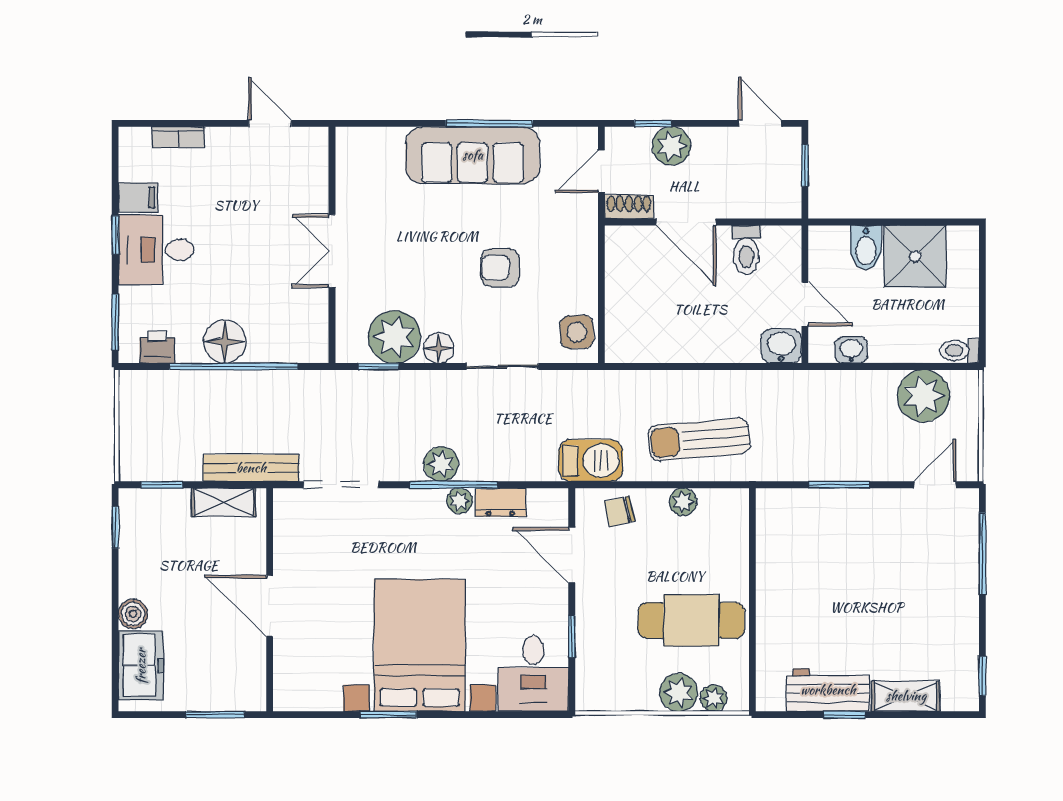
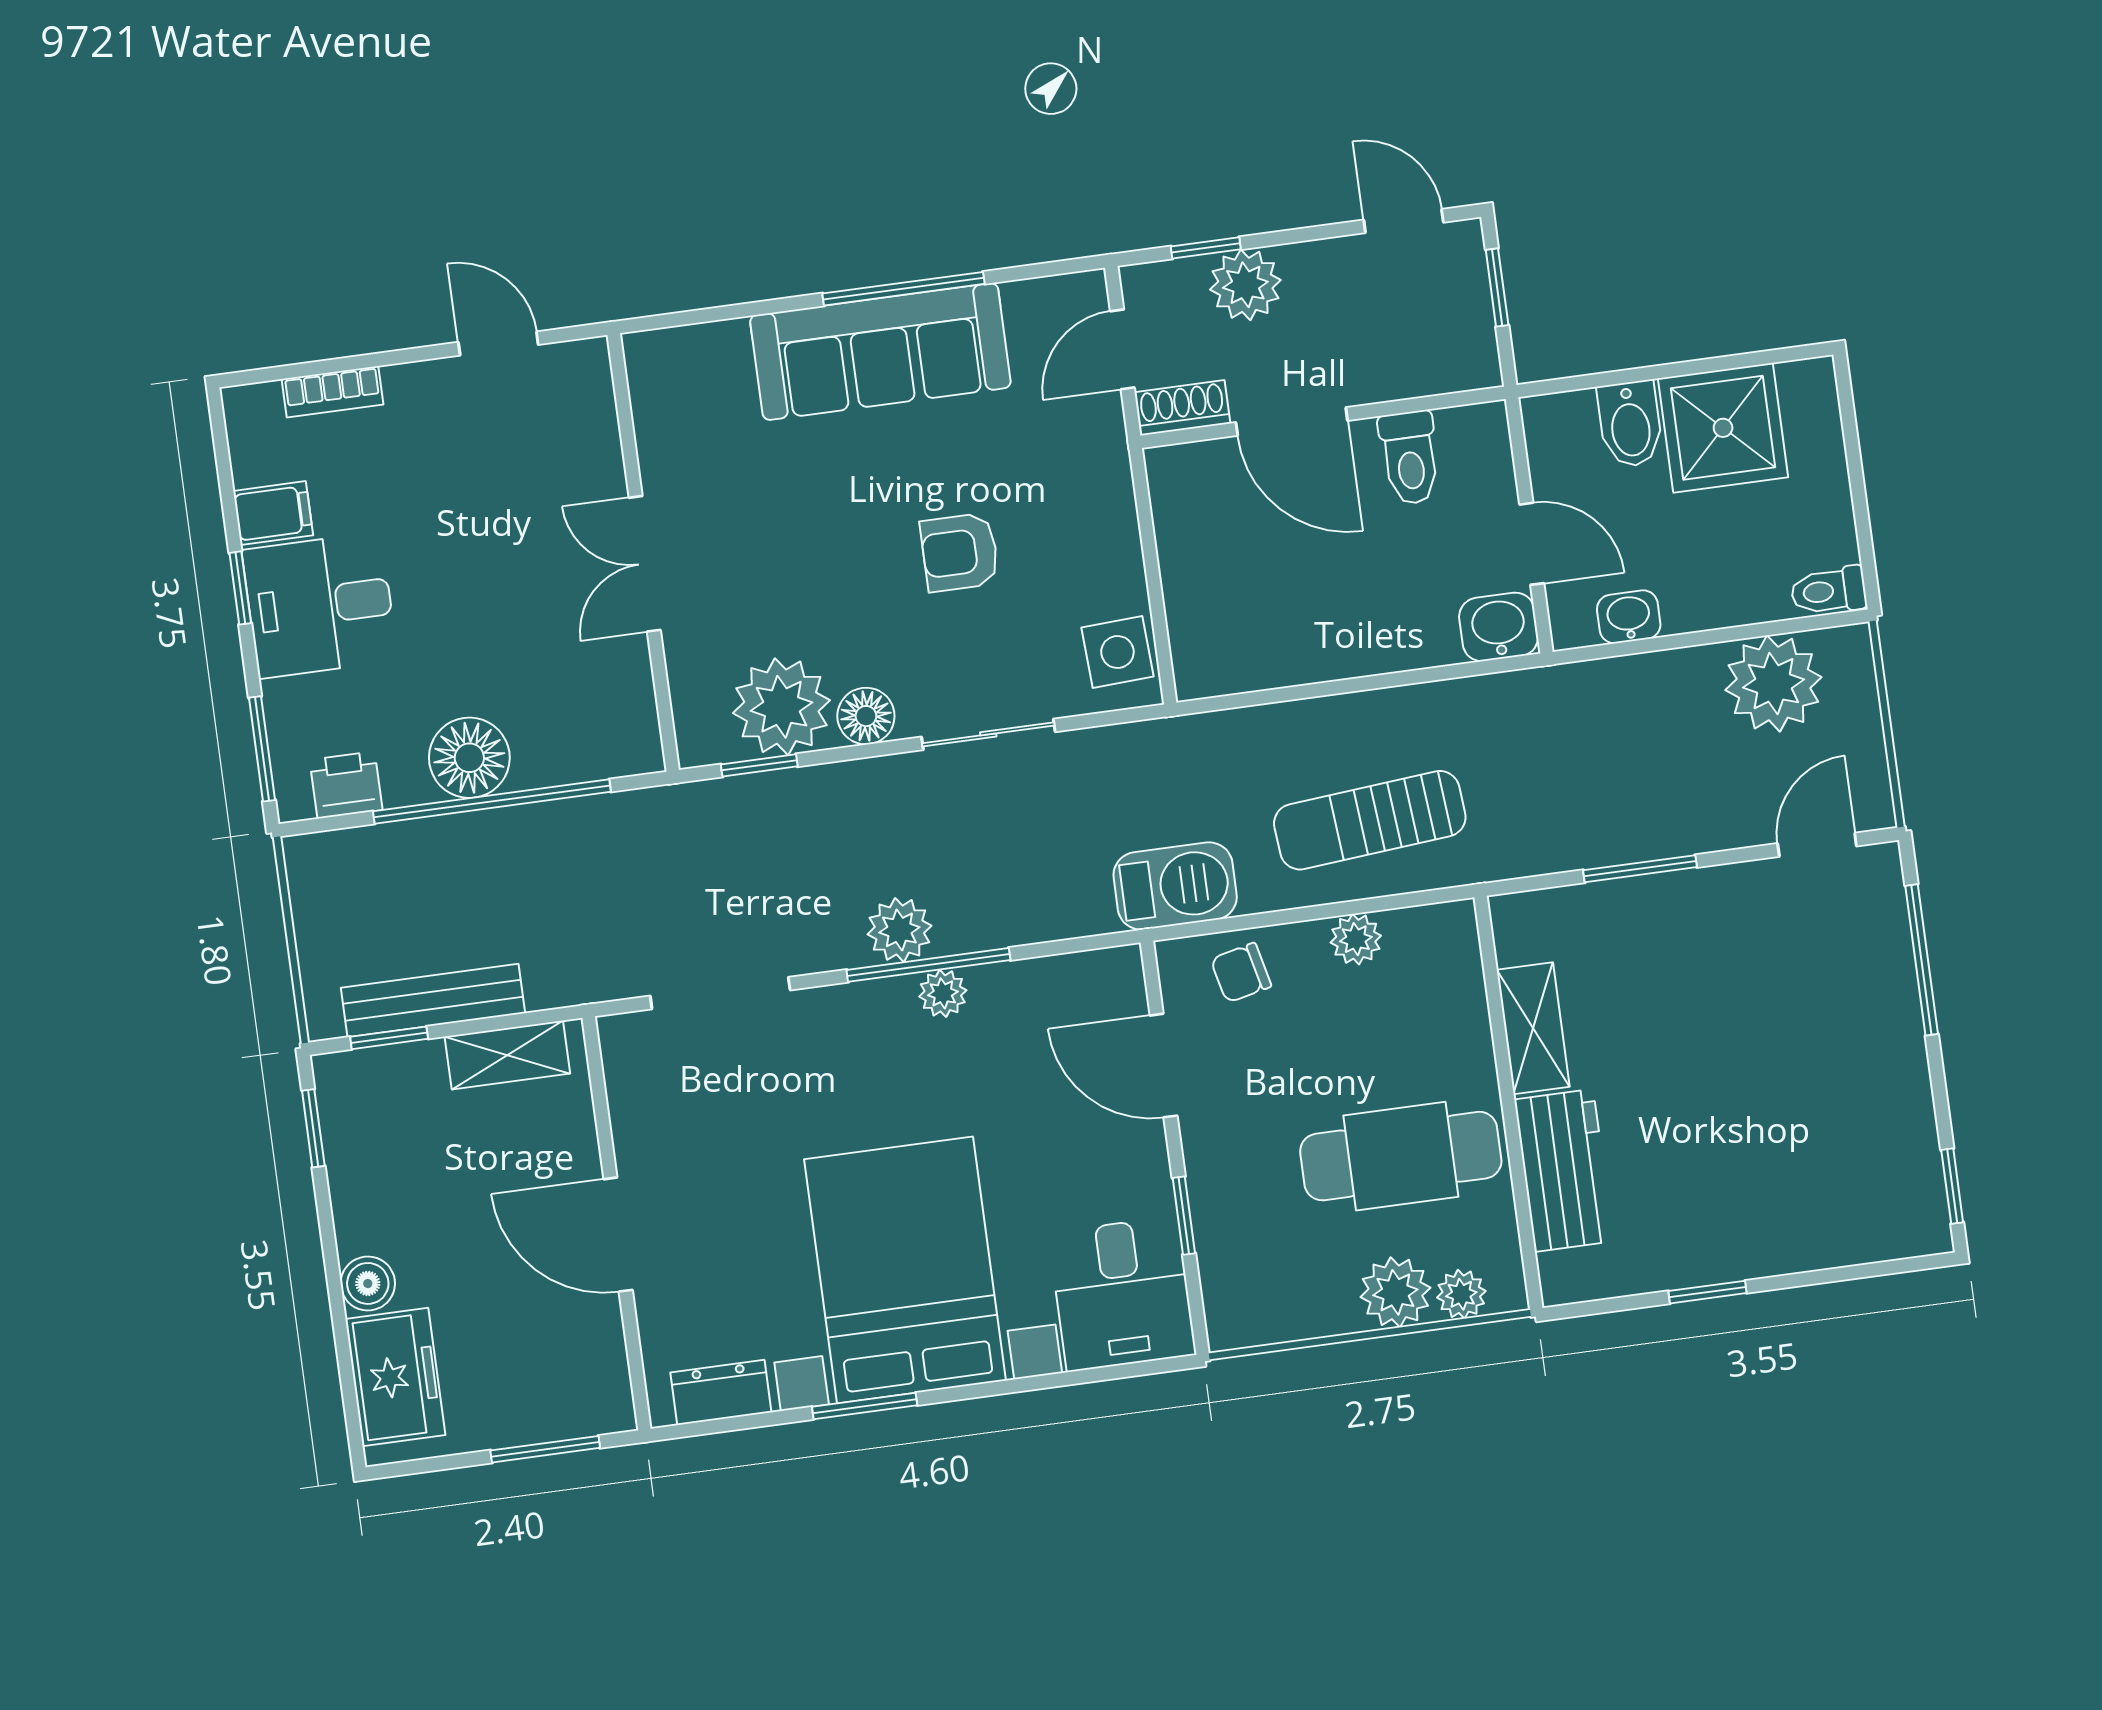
bench: (251, 468) -> (433, 1000), moved
dresser: (500, 502) -> (721, 1392), moved, turned 180
workbench: (828, 690) -> (1564, 1170), moved, turned 90
shelving: (906, 696) -> (1533, 1028), moved, turned 90

